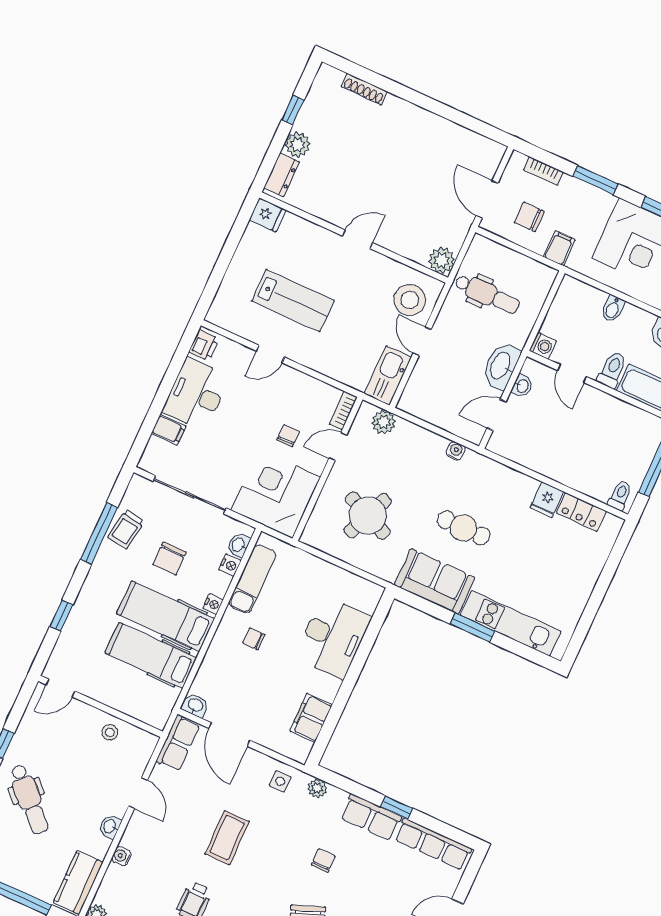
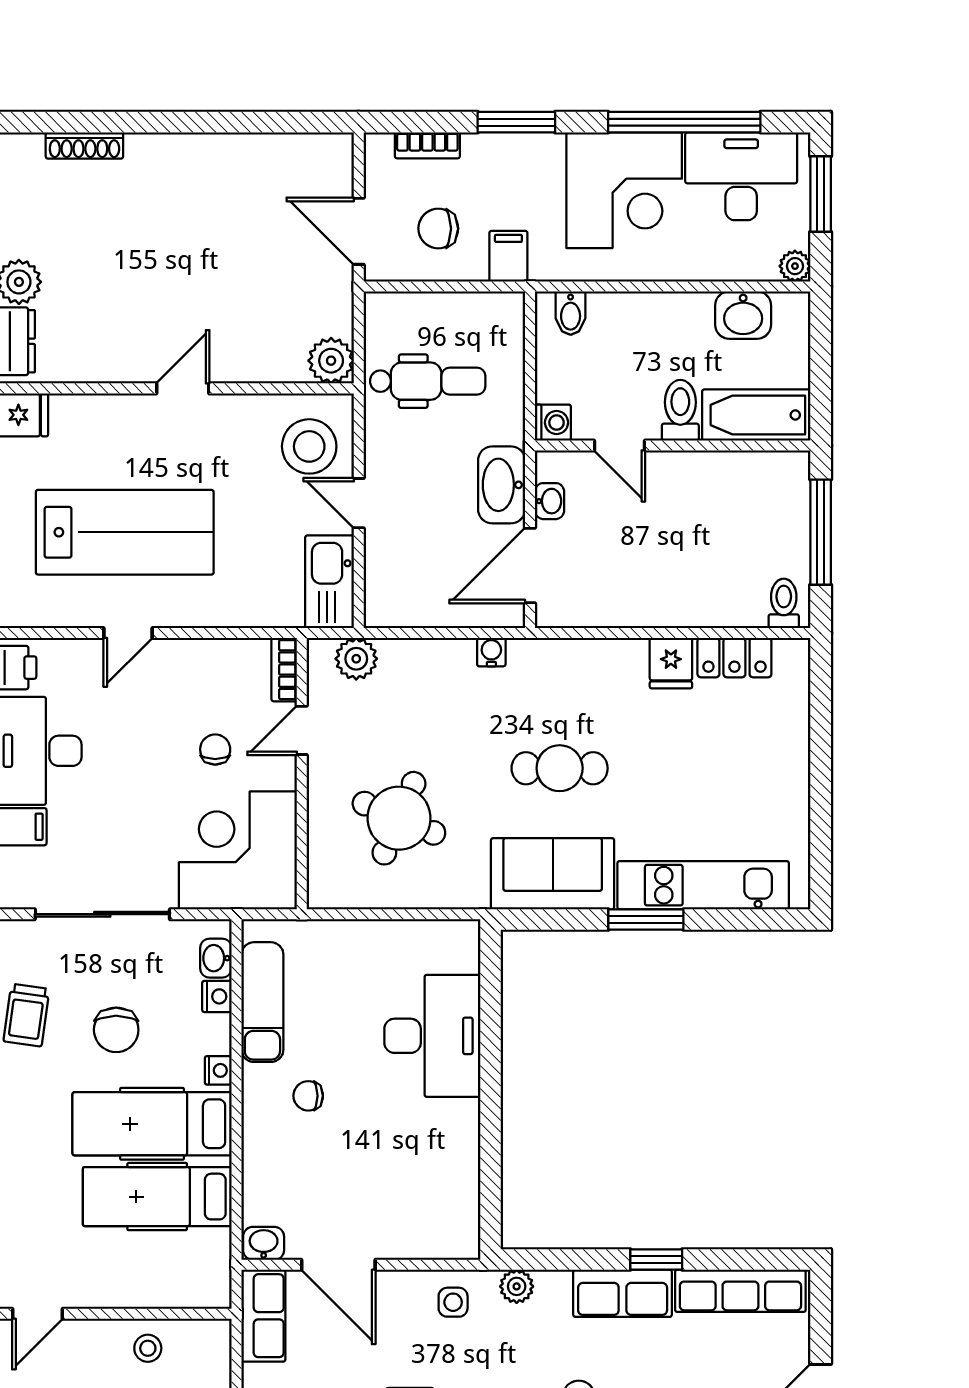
lab bench: (293, 301) -> (125, 532), width x1.36, depth x1.39
bidet: (613, 309) -> (571, 313), moved
door: (497, 415) -> (530, 566), width x1.38
filing cabinet: (311, 718) -> (456, 1179), removed

